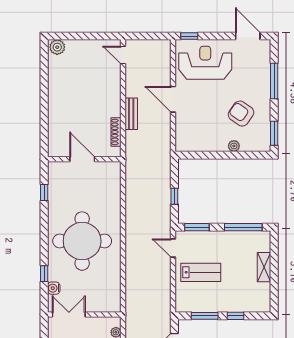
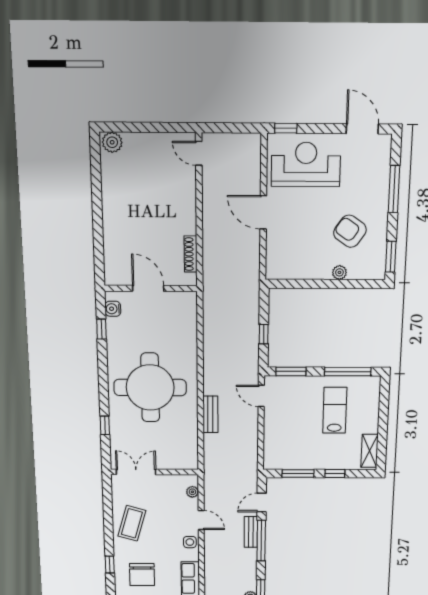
bench: (131, 114) -> (210, 414), moved
shelving: (264, 267) -> (370, 451), moved
lab bench: (201, 272) -> (335, 410), moved, turned -90
water cooler: (54, 288) -> (113, 309), moved

